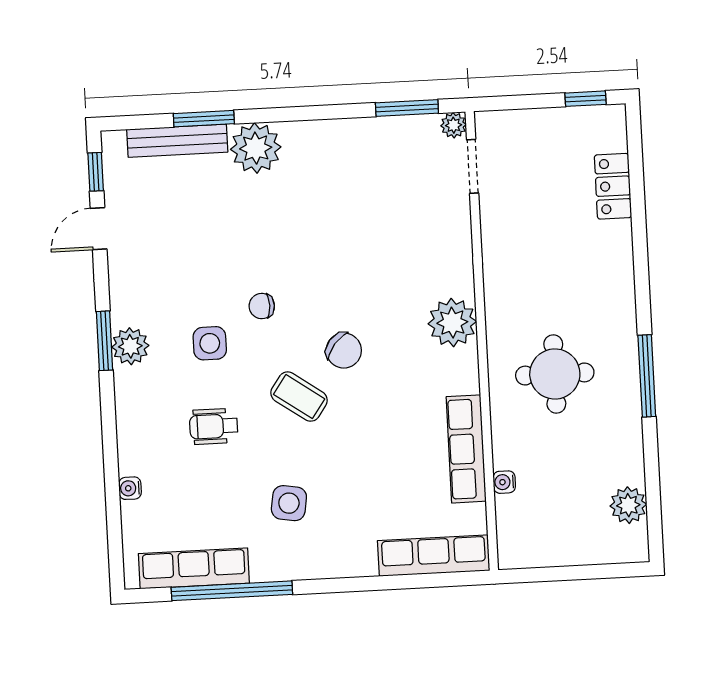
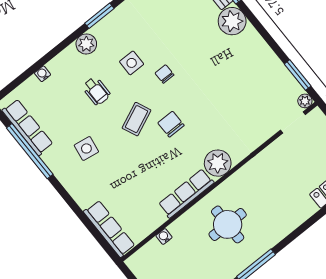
plant: (130, 346) -> (86, 44), moved
chair: (344, 350) -> (171, 124), turned 141
coffee table: (299, 397) -> (136, 119), turned 31
wheelchair: (214, 426) -> (96, 91), turned 180
row of seats: (466, 449) -> (186, 193), moved

